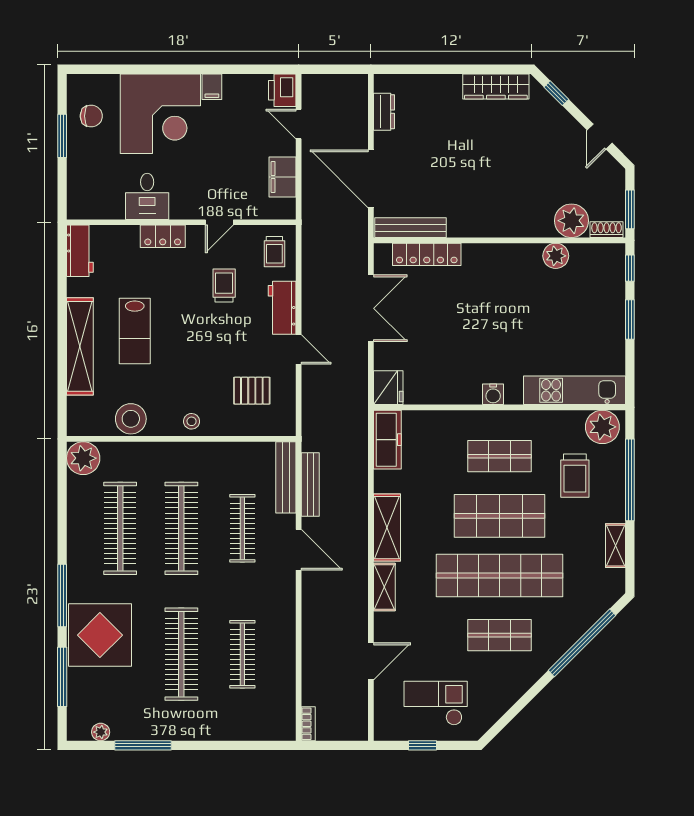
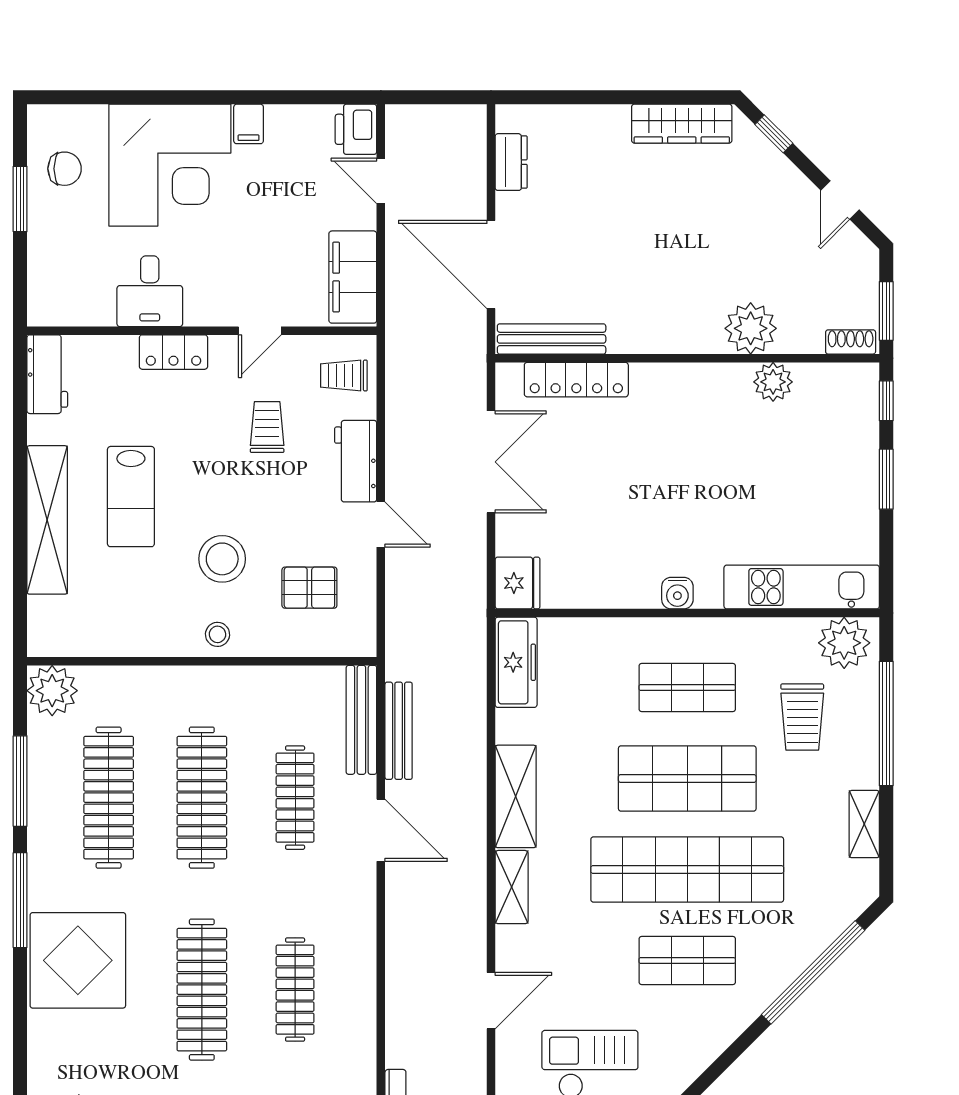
filing cabinet: (282, 177) -> (353, 277), width x1.50, depth x1.17
plant: (571, 221) -> (751, 328), moved
trolley: (274, 252) -> (344, 376), turned 90
stool: (131, 419) -> (222, 559), moved
window: (62, 677) -> (20, 781), moved

